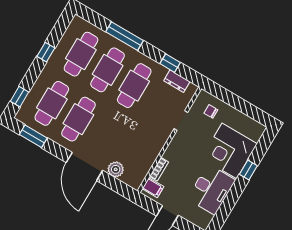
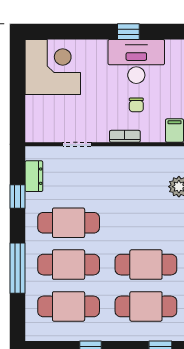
chair: (211, 111) -> (136, 105), moved
corner desk: (229, 151) -> (53, 67), moved, turned -90
bookcase: (159, 169) -> (125, 136), moved
window: (248, 170) -> (128, 32), moved

